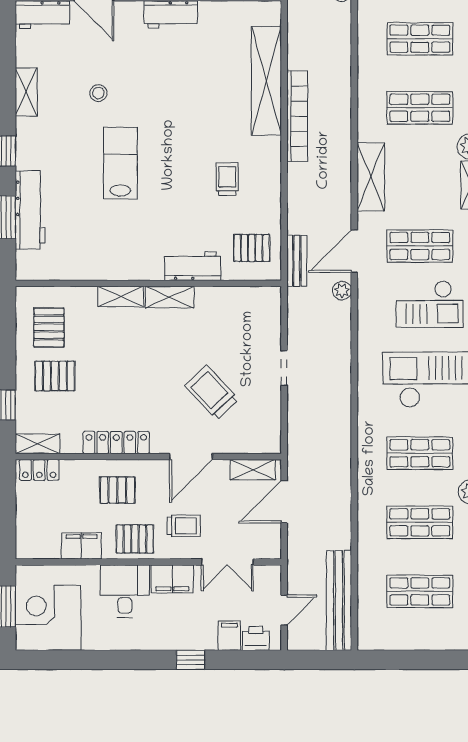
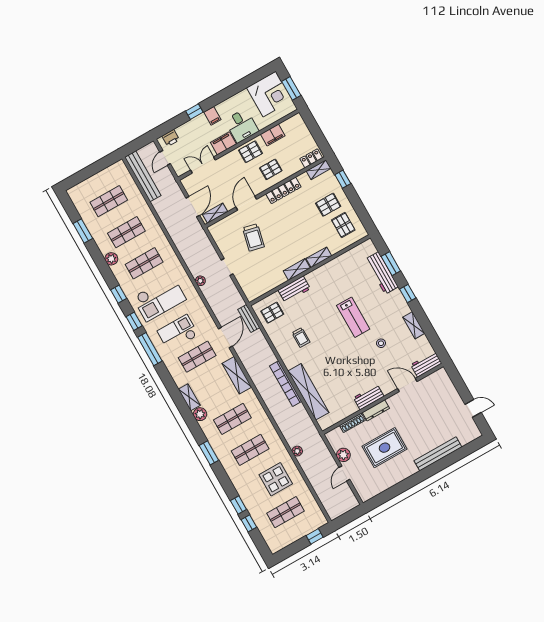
plant: (342, 291) -> (200, 281), moved
trolley: (212, 393) -> (253, 237), turned 56
trolley: (184, 526) -> (232, 170), removed
filing cabinet: (229, 636) -> (212, 116), moved

